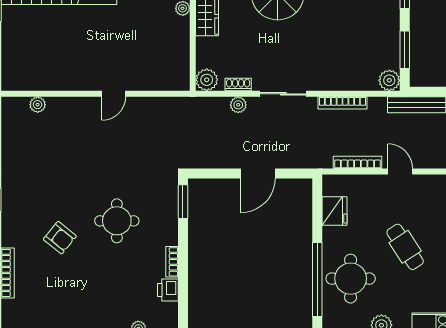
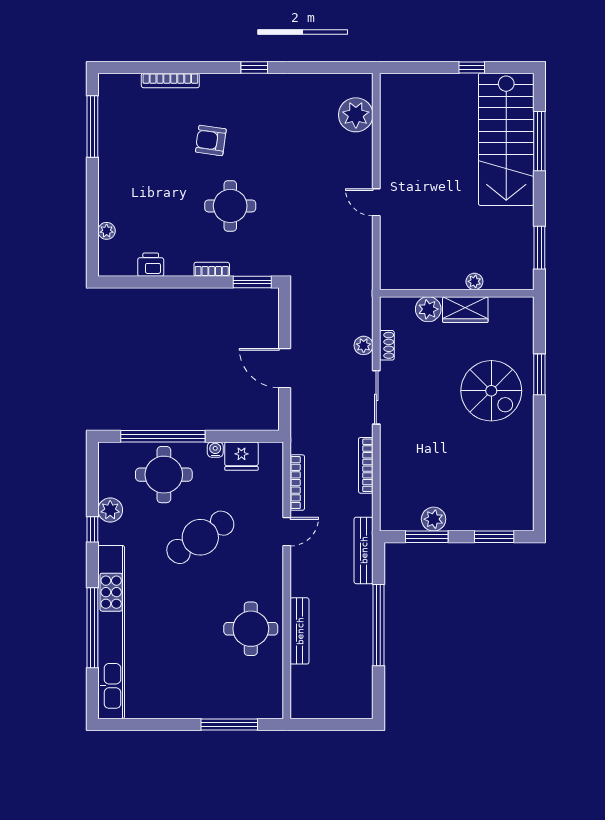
plant: (207, 80) -> (428, 309), moved
plant: (389, 80) -> (434, 519), moved
plant: (38, 105) -> (356, 115), width x1.87, depth x1.87
water cooler: (329, 234) -> (215, 450), added
armchair: (60, 238) -> (211, 140), turned 59
cafe table: (405, 247) -> (200, 537), width x1.37, depth x1.35
bookcase: (172, 262) -> (212, 269), moved

